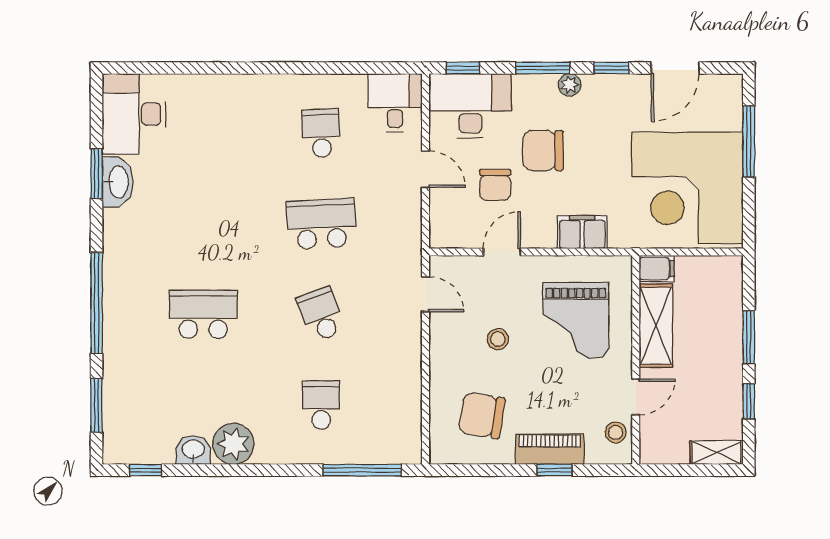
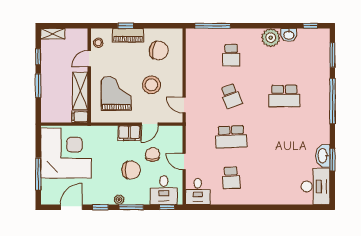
desk: (470, 106) -> (164, 190), width x0.73
filing cabinet: (582, 232) -> (129, 133), moved
stool: (498, 339) -> (151, 85), width x1.89, depth x1.89

